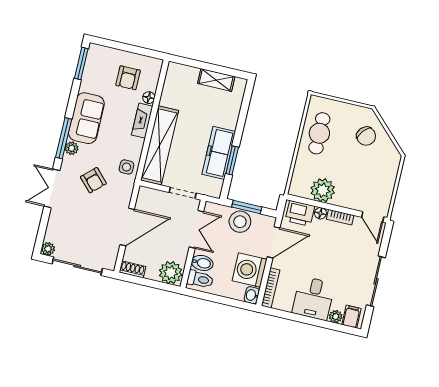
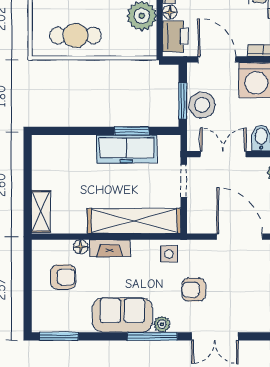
shelving: (216, 80) -> (41, 211), moved
armchair: (93, 180) -> (194, 290), turned -137

